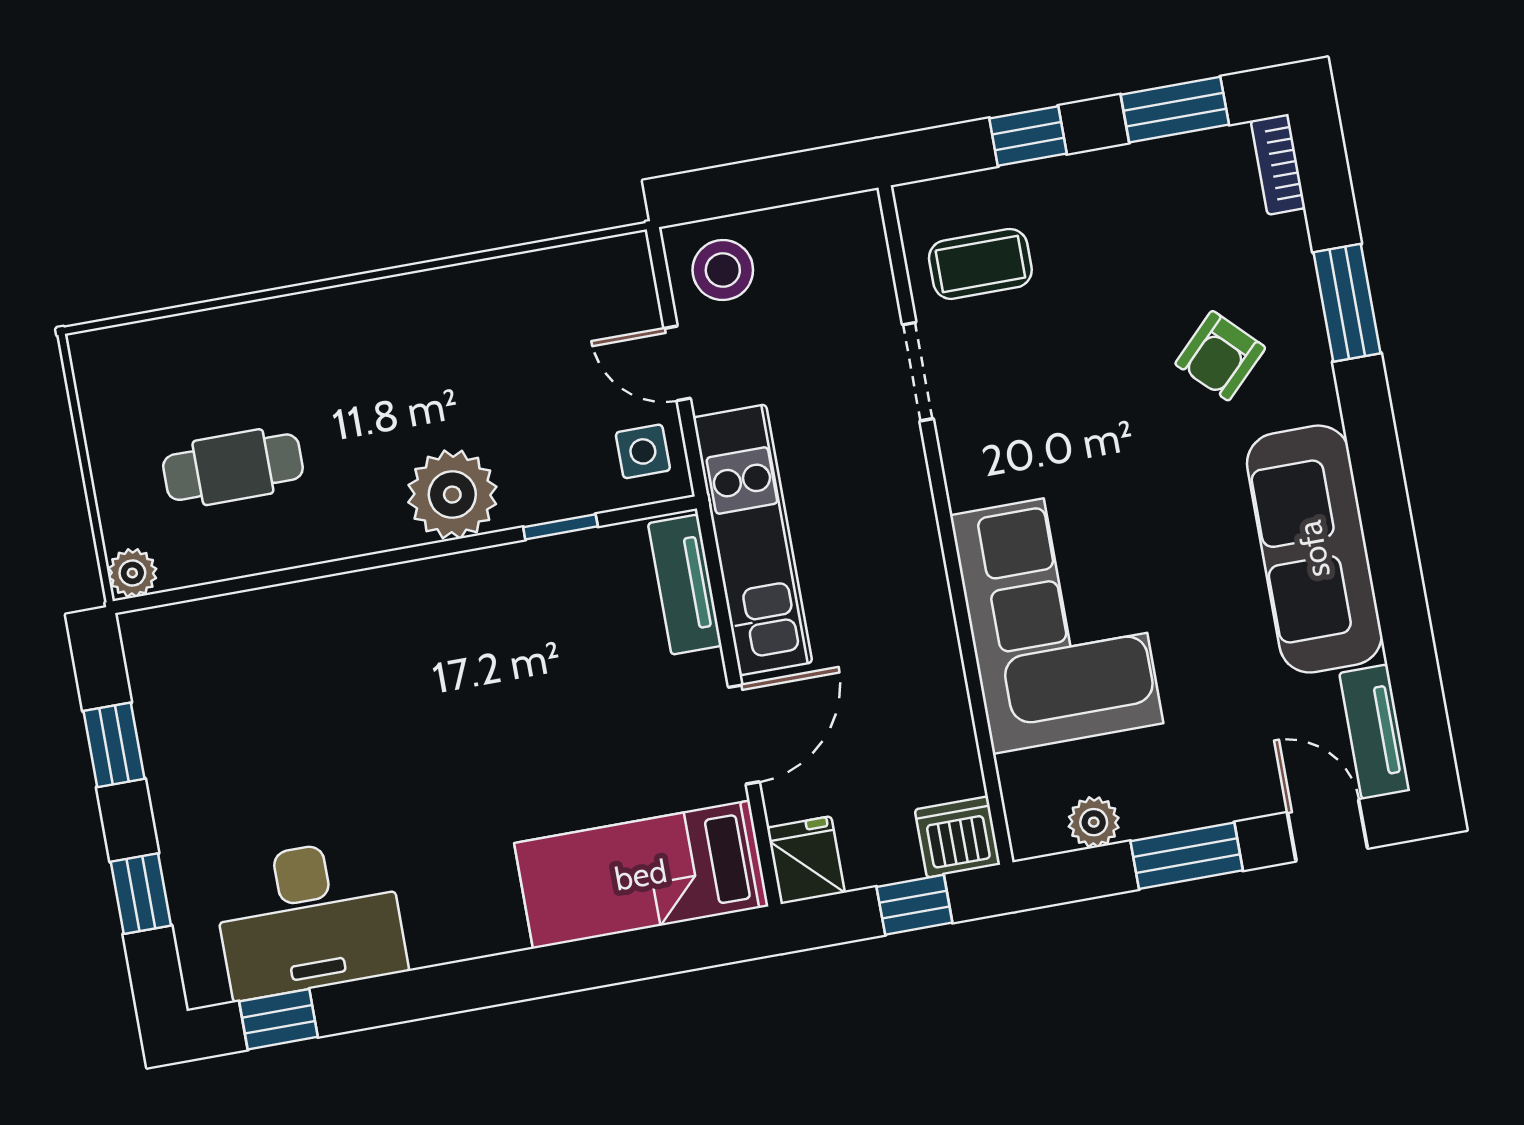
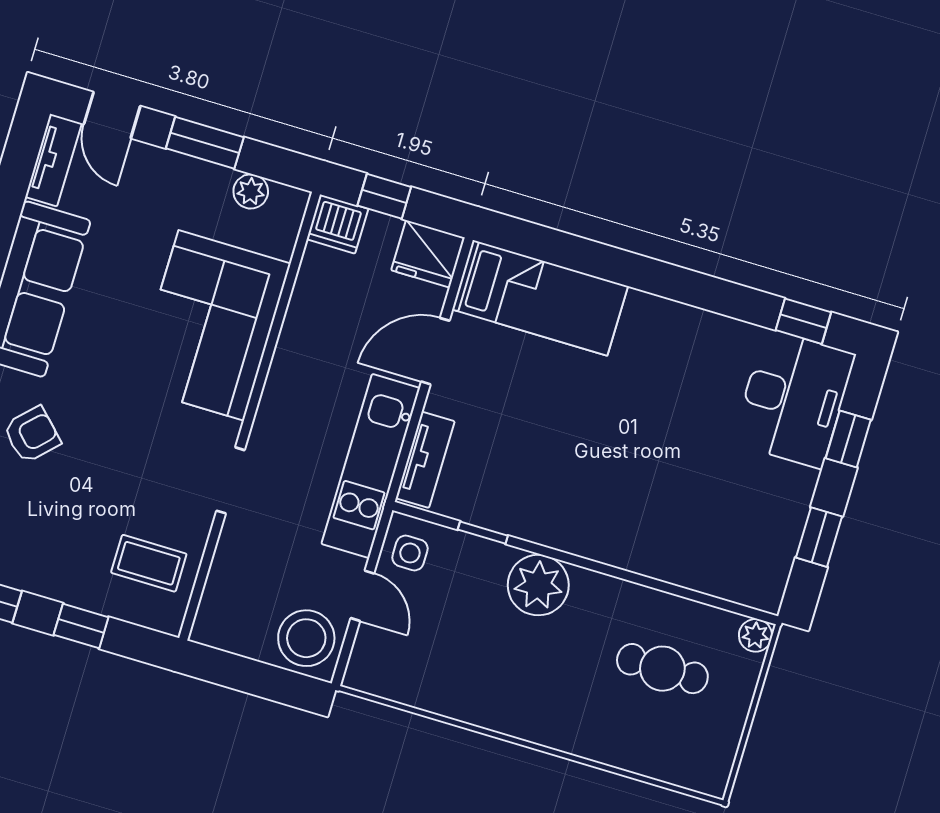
stool: (723, 270) -> (306, 638), width x1.38, depth x1.38
doorway: (918, 372) -> (230, 480), moved
fridge: (806, 860) -> (428, 254), width x1.38
desk: (309, 918) -> (794, 398), moved, turned 90

